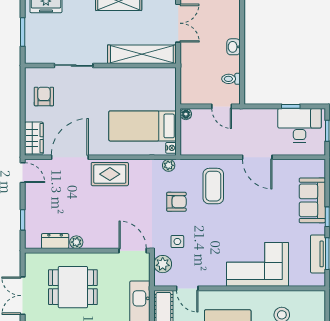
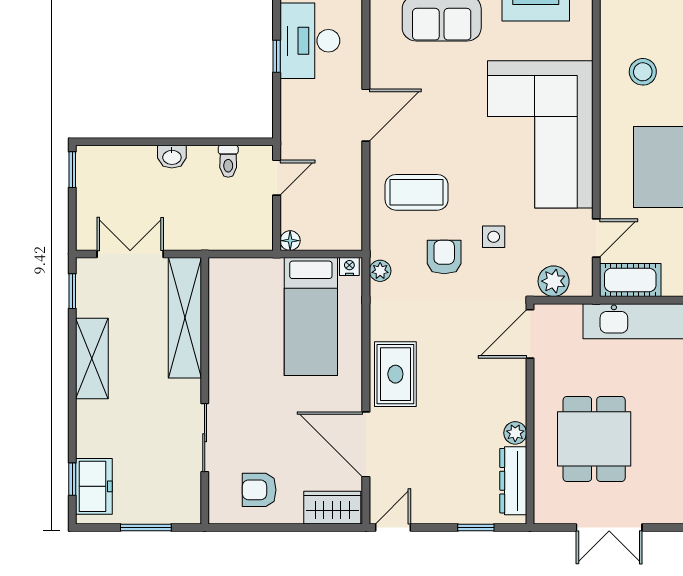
dresser: (55, 241) -> (513, 481), width x1.44
side table: (177, 241) -> (494, 237), moved
corner sofa: (257, 264) -> (540, 134), width x1.36, depth x1.36

